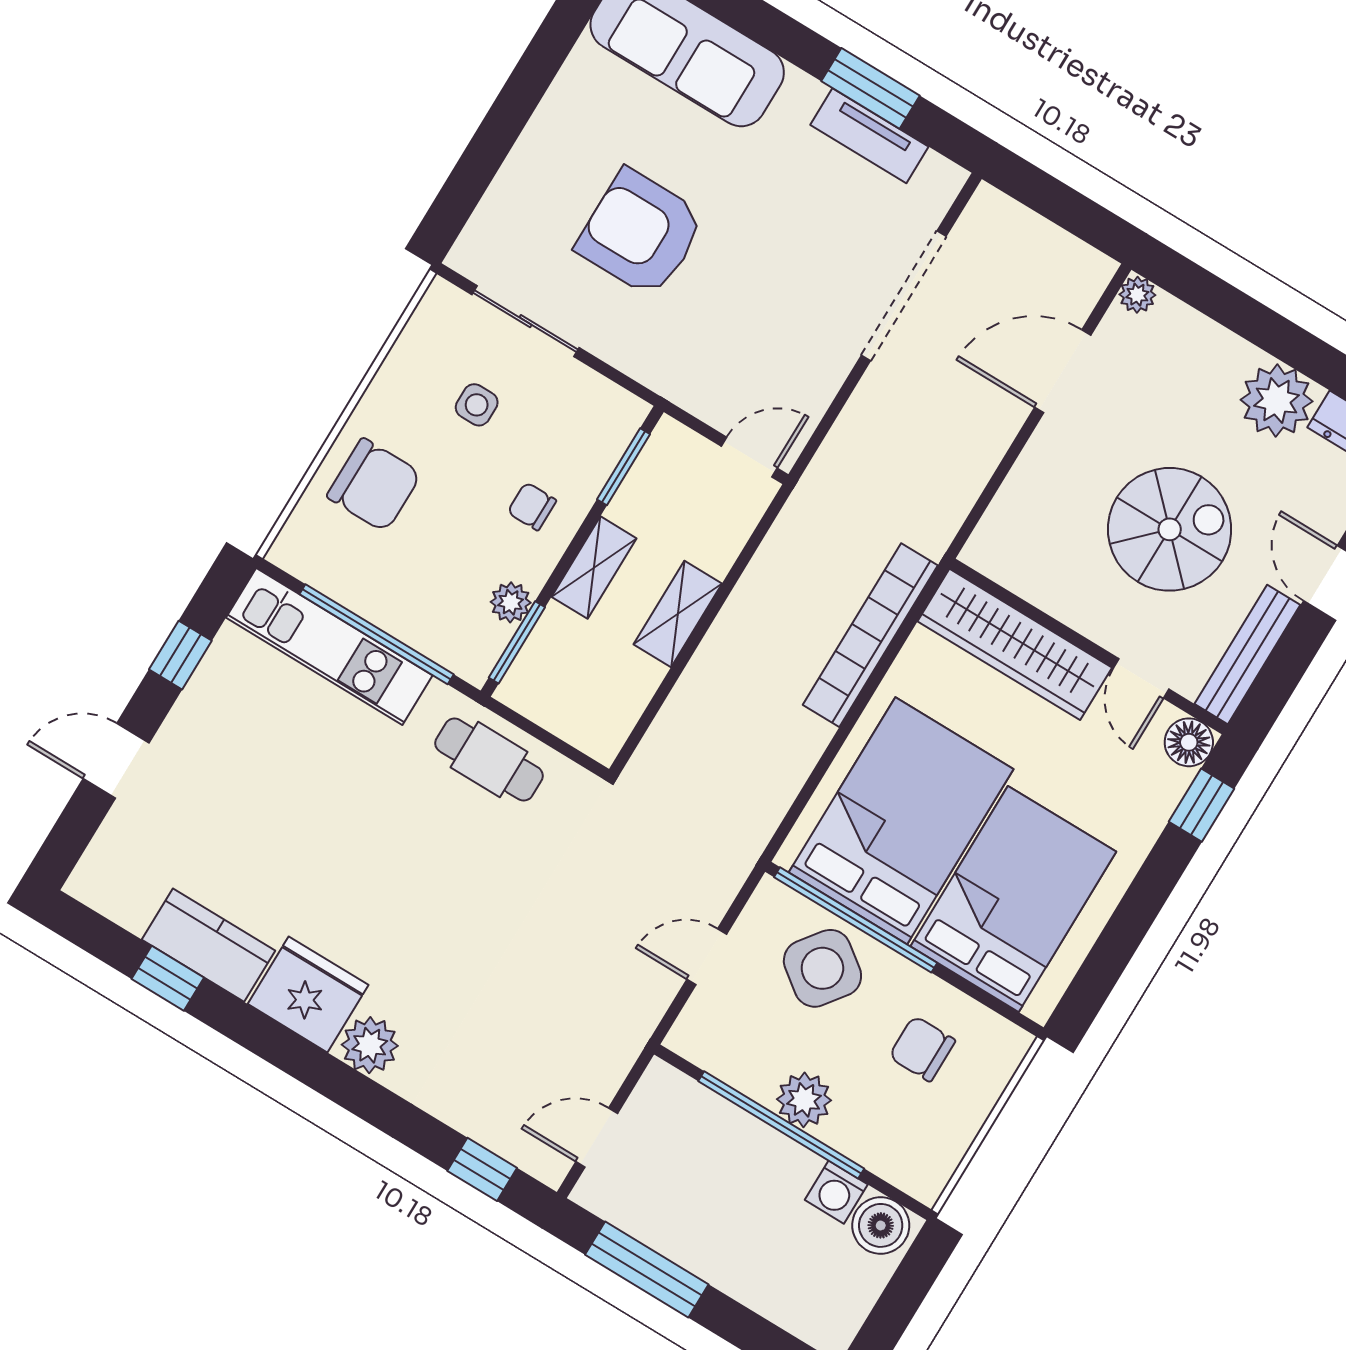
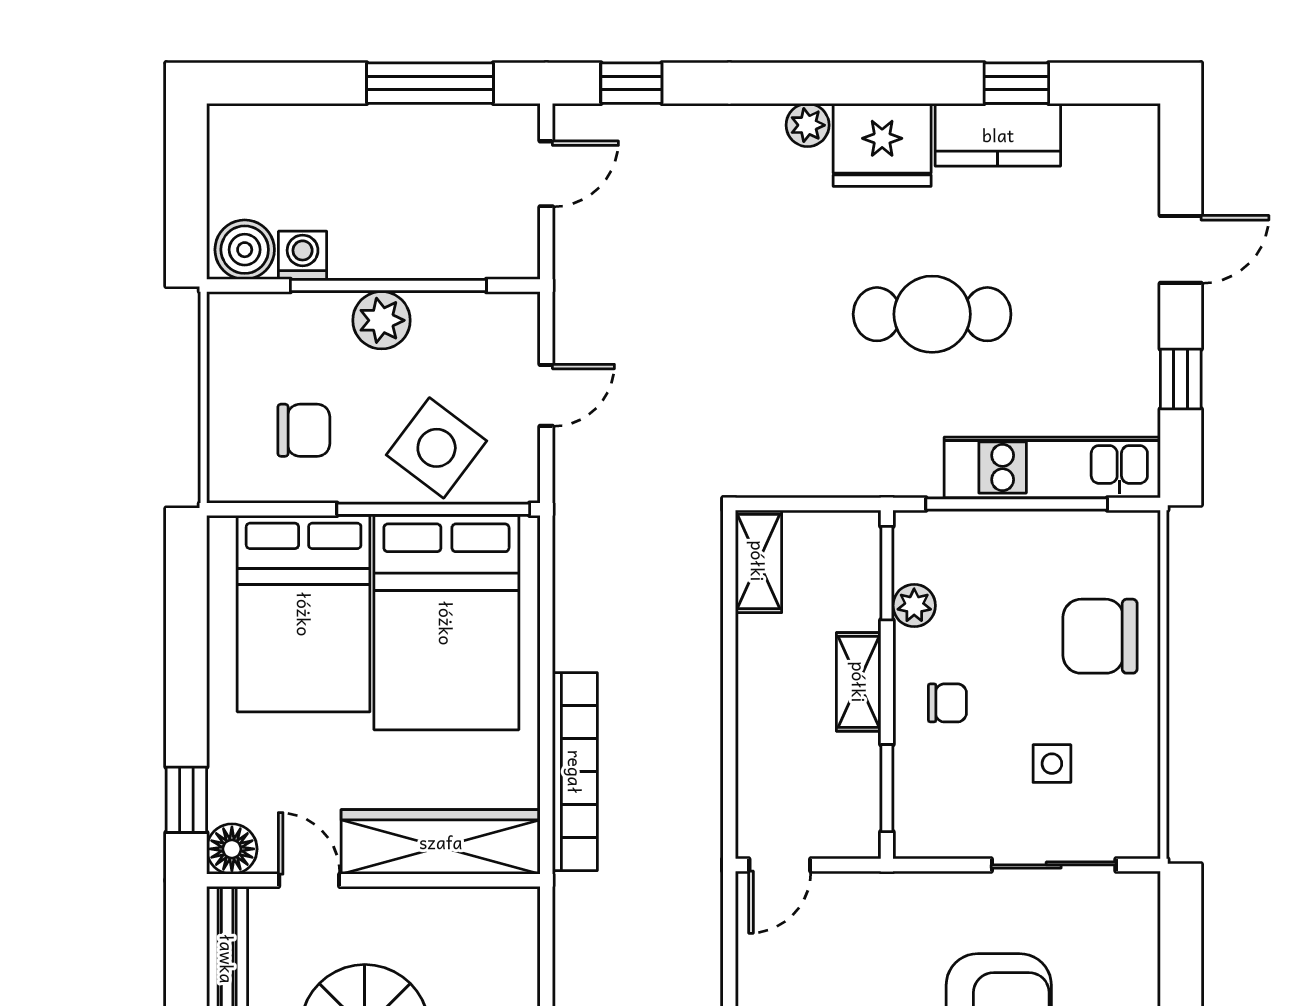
shelving: (678, 614) -> (758, 561), moved
cafe table: (489, 760) -> (932, 314), moved, width x1.37, depth x1.35
plant: (370, 1045) -> (808, 125), width x0.73, depth x0.73

